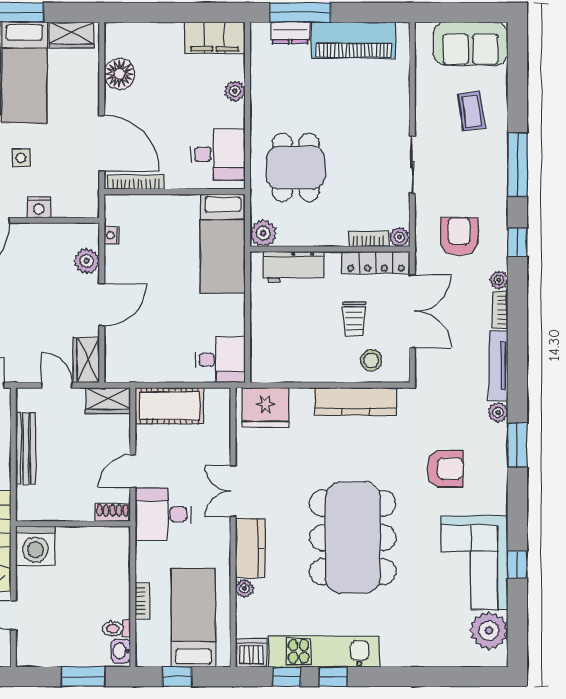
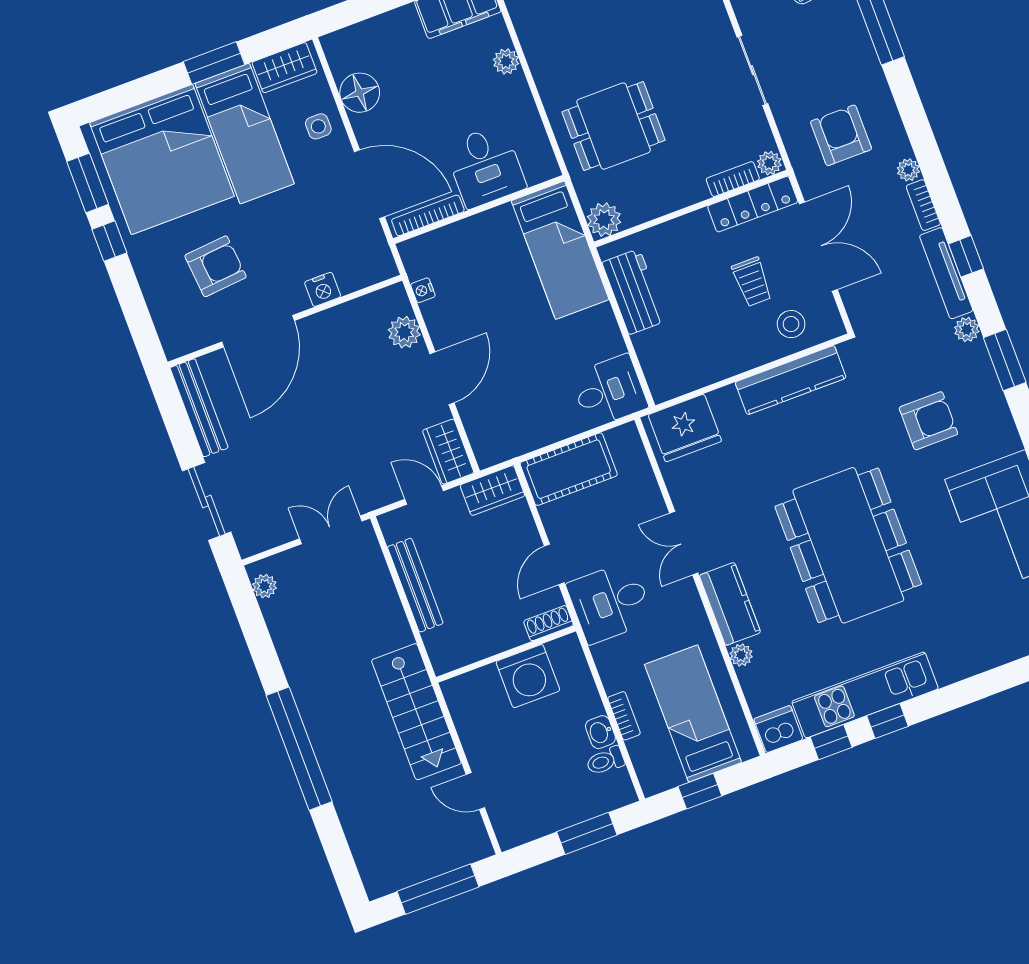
desk: (218, 154) -> (485, 166), moved, turned 90
side table: (21, 158) -> (318, 126), moved
dining table: (296, 167) -> (614, 126), turned 90
window: (517, 242) -> (966, 256), moved
workbench: (293, 267) -> (634, 292), moved, turned -90
washing machine: (35, 546) -> (528, 676), moved
washbasin: (121, 651) -> (600, 732), moved

